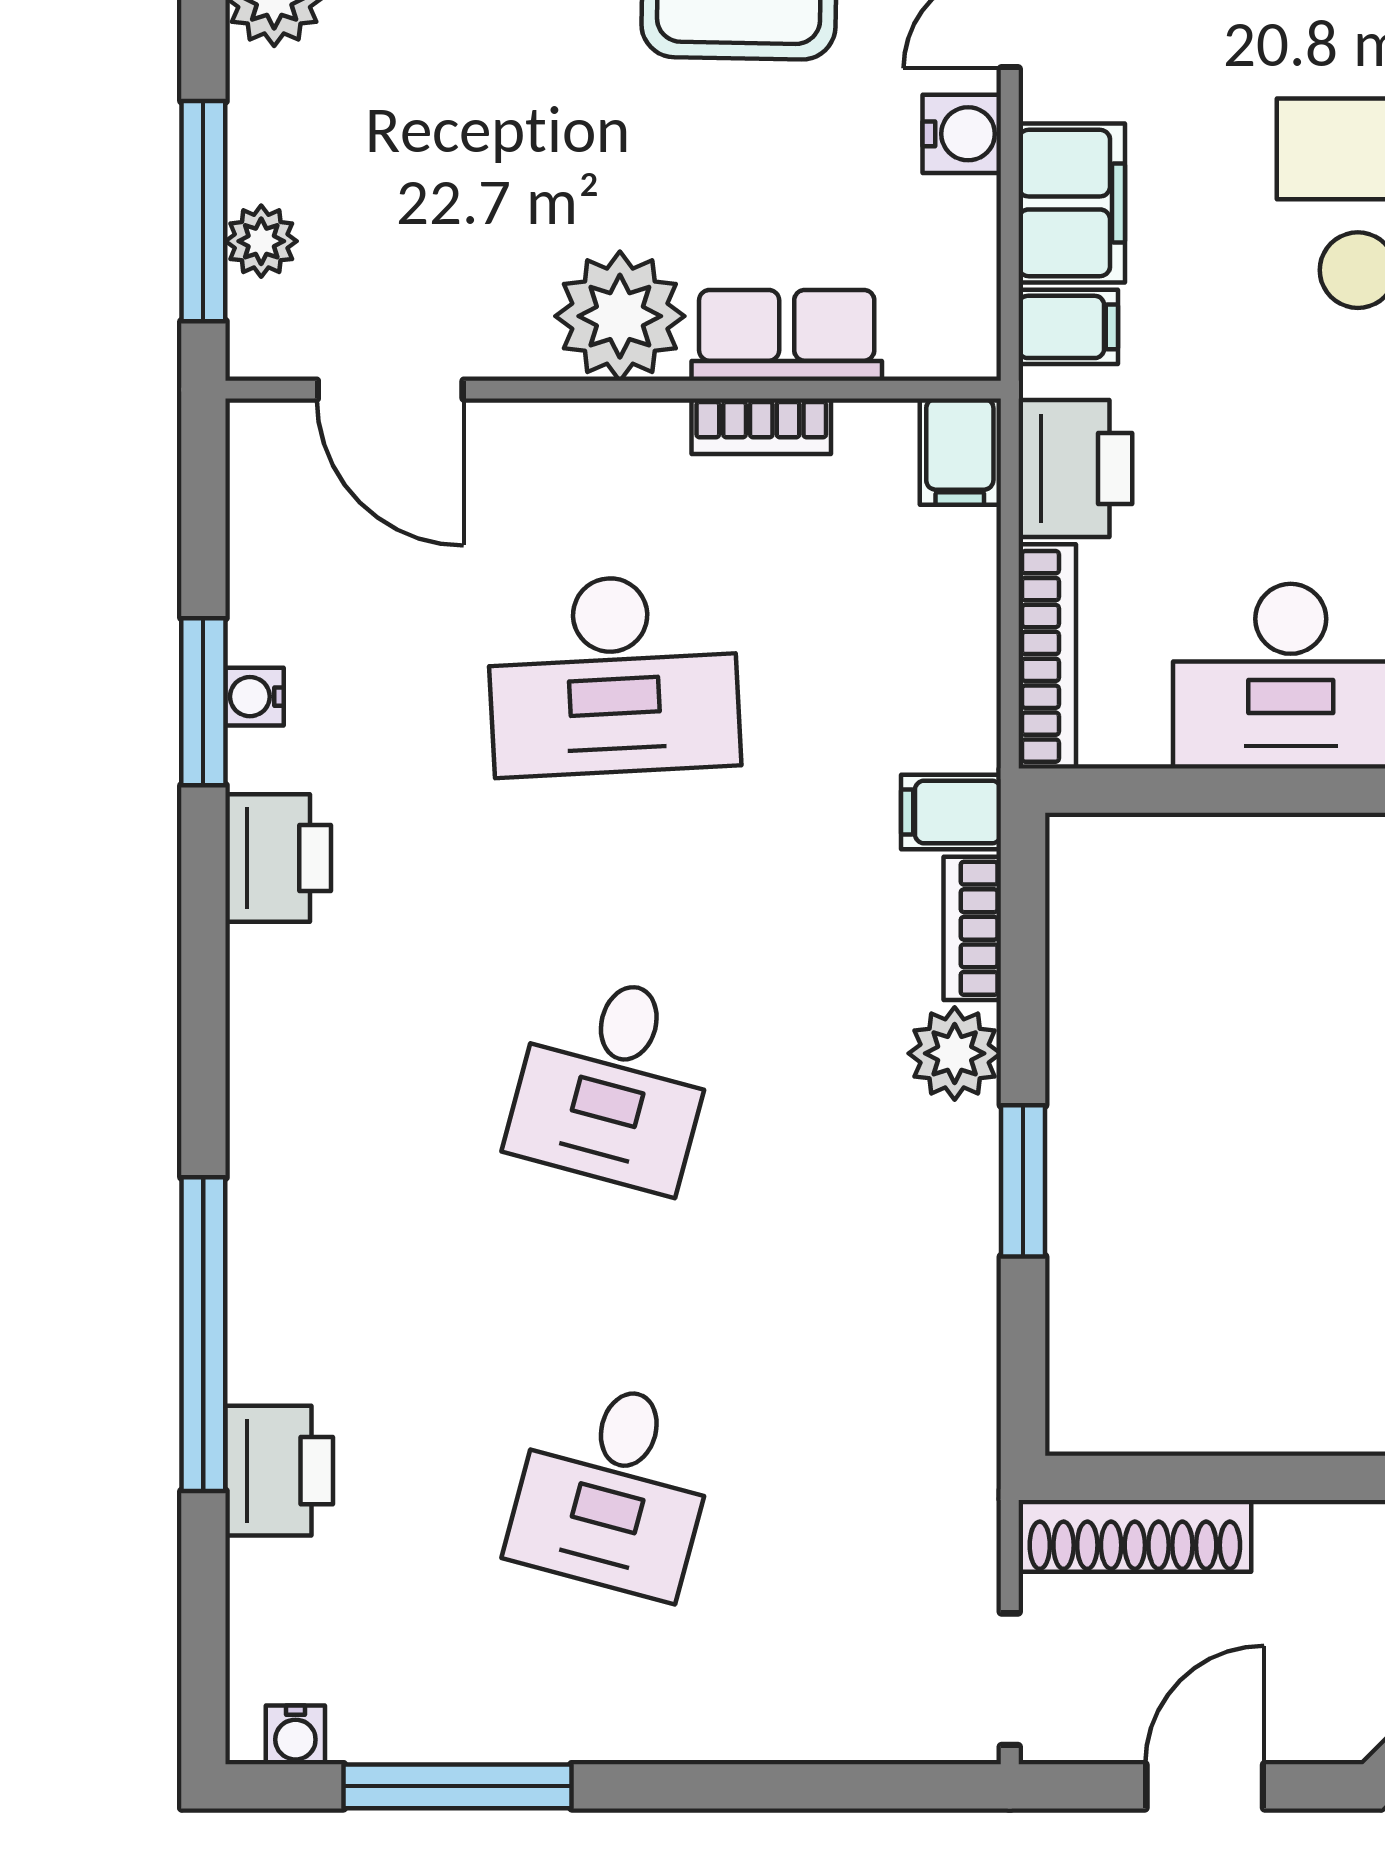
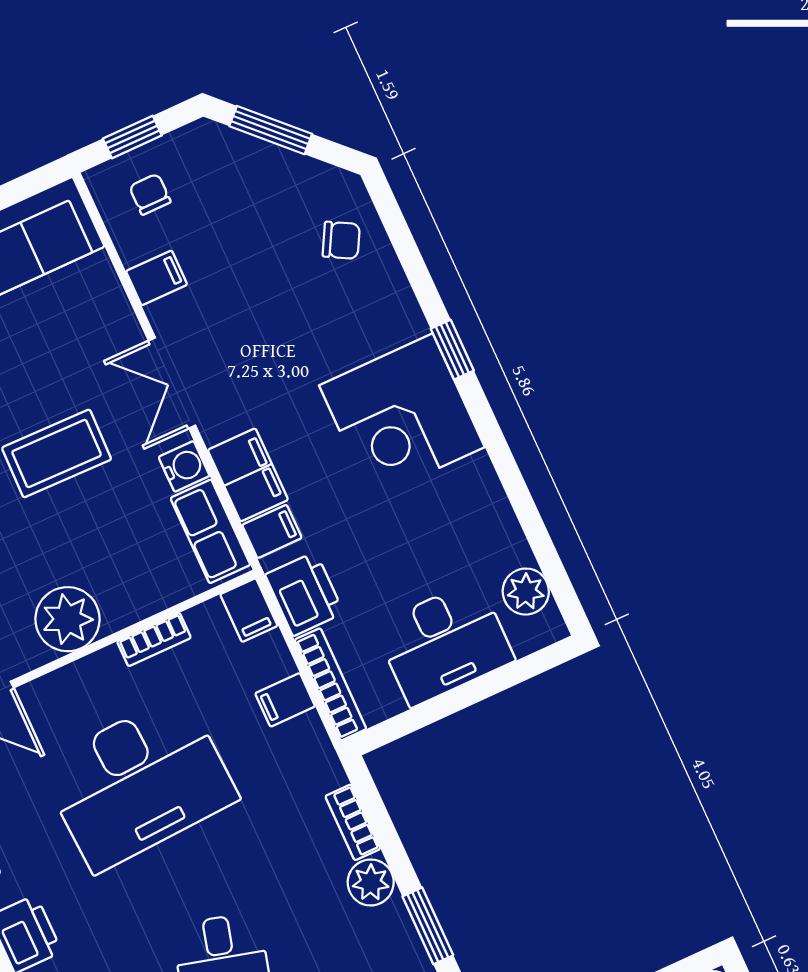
row of seats: (787, 335) -> (210, 531), moved, turned -90
desk: (613, 675) -> (139, 782), width x1.36, depth x1.30
filing cabinet: (951, 812) -> (285, 700), moved

